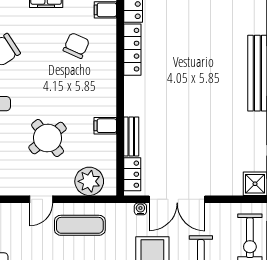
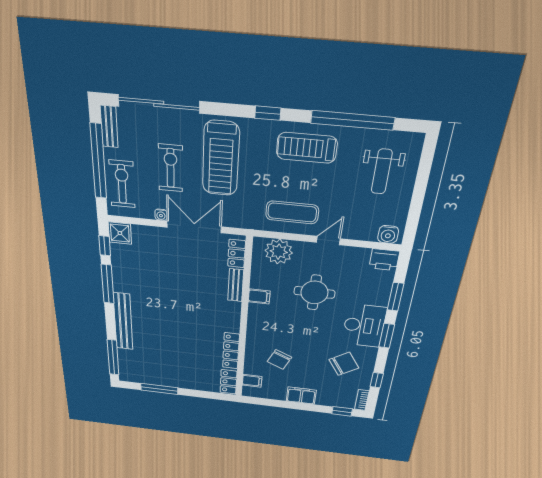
round table: (48, 138) -> (314, 292), turned 38
water cooler: (140, 209) -> (161, 215), moved

